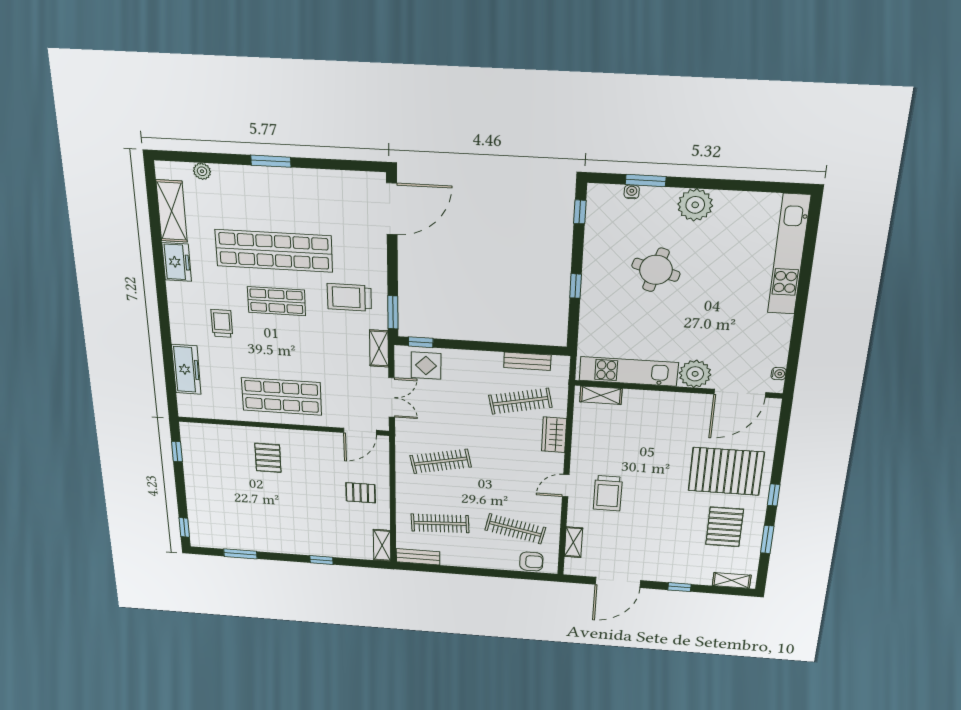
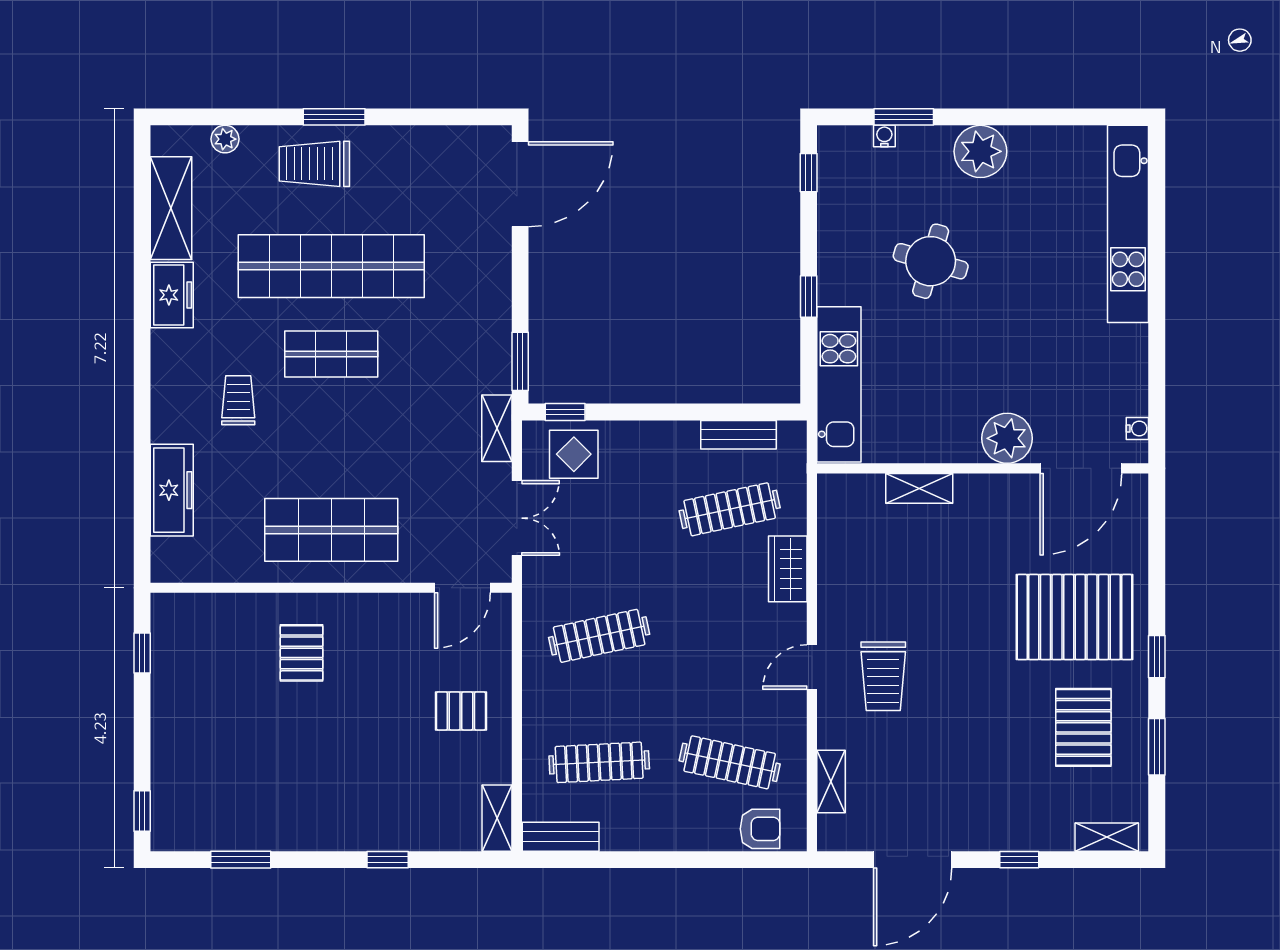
trolley: (349, 297) -> (314, 164), moved
kitchen unit: (629, 371) -> (839, 384), moved, turned 90
shelving: (601, 395) -> (919, 488), moved

